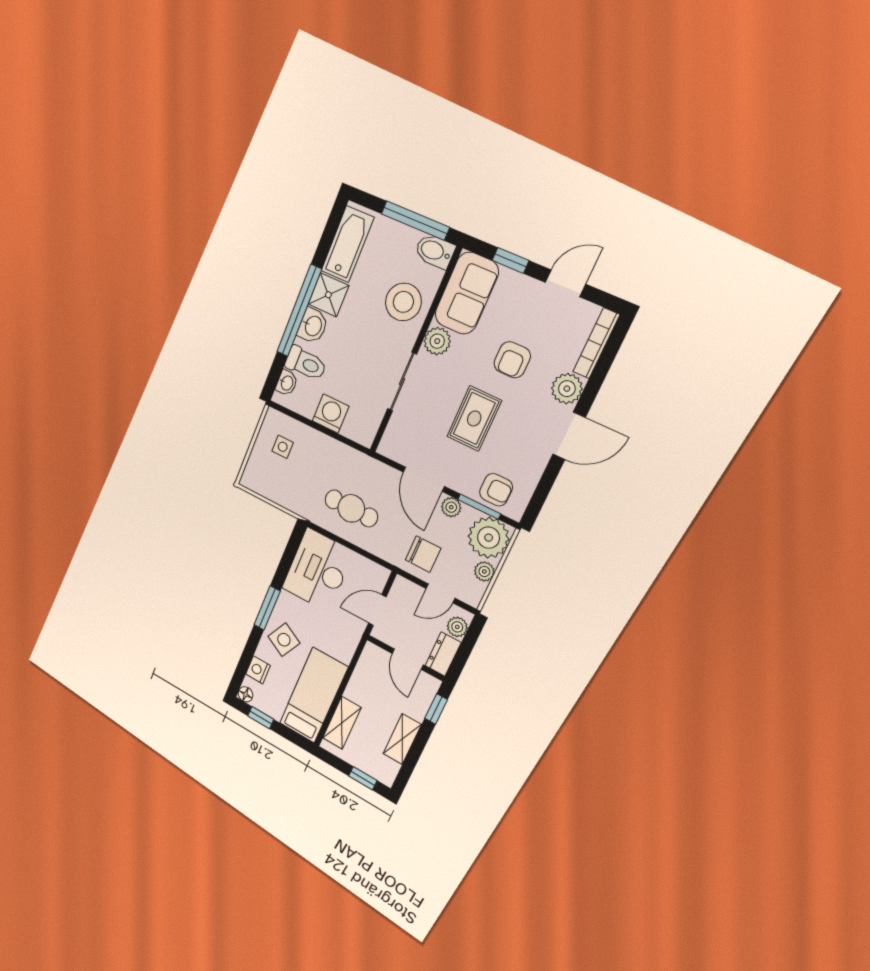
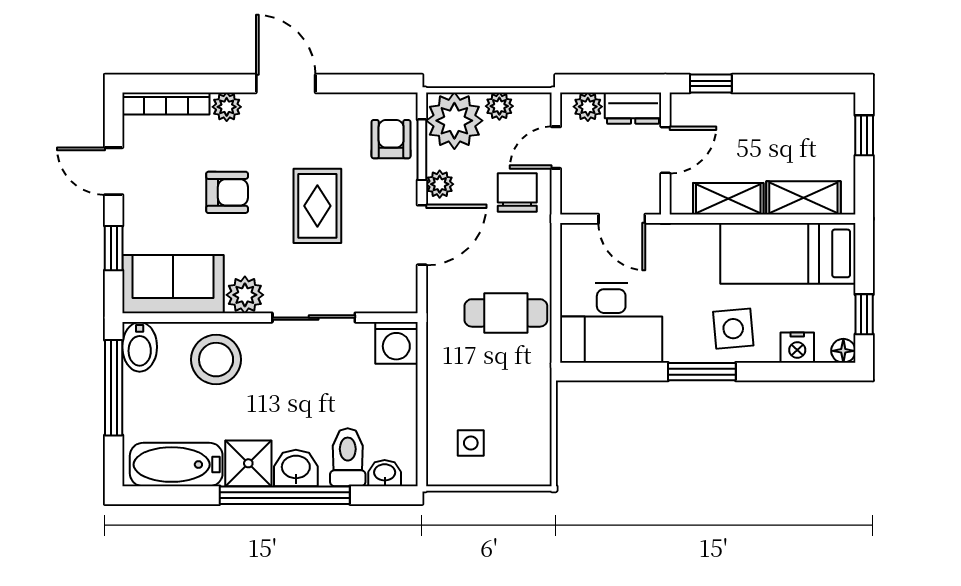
plant: (567, 389) -> (227, 107), width x0.73, depth x0.73
washing machine: (331, 414) -> (396, 343), moved, turned -90
rug: (474, 419) -> (317, 206), turned 90
cafe table: (351, 508) -> (506, 313), turned 90
door: (440, 593) -> (556, 148), swing flipped
side table: (284, 640) -> (733, 329), turned -33
shelving: (402, 739) -> (728, 199), moved

